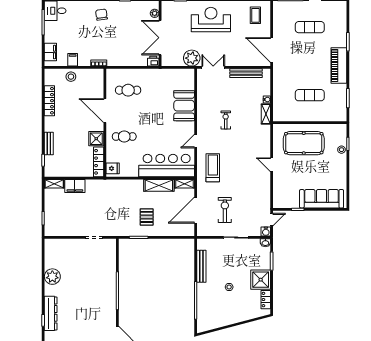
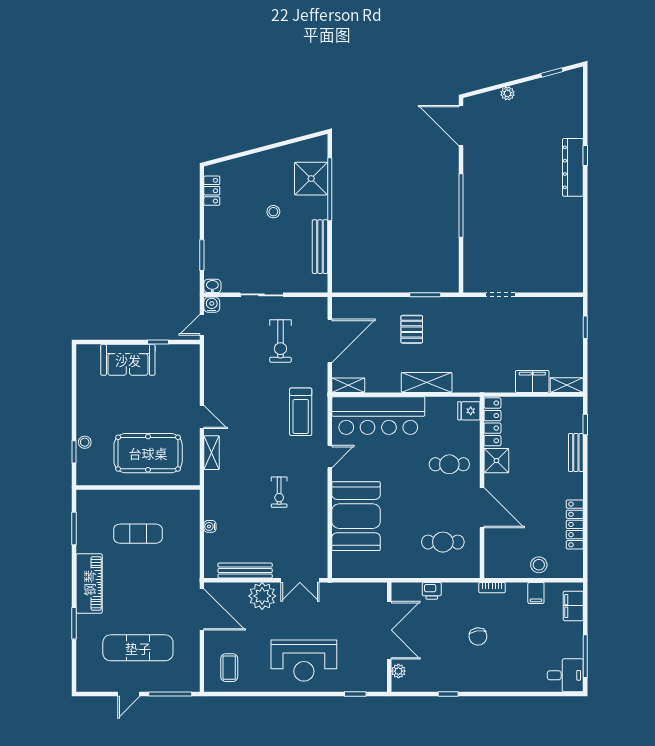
chair: (101, 15) -> (478, 636), moved
exercise mat: (310, 27) -> (138, 648), width x1.36, depth x1.45
plant: (192, 58) -> (262, 596), moved
printer: (153, 61) -> (432, 591), moved
booth: (184, 106) -> (356, 516), width x1.36, depth x1.42
shelving: (266, 114) -> (212, 453), moved
shelving: (159, 185) -> (427, 382), moved
sofa: (322, 199) -> (128, 360), width x0.73
plant: (52, 277) -> (570, 229), removed
shower: (261, 280) -> (311, 179), moved

